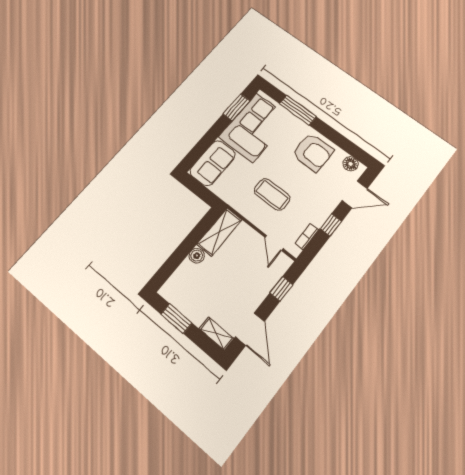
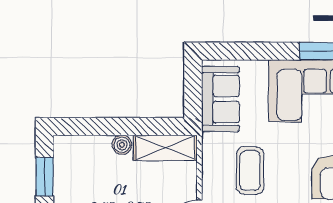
sofa: (213, 163) -> (220, 99), moved, turned -90

